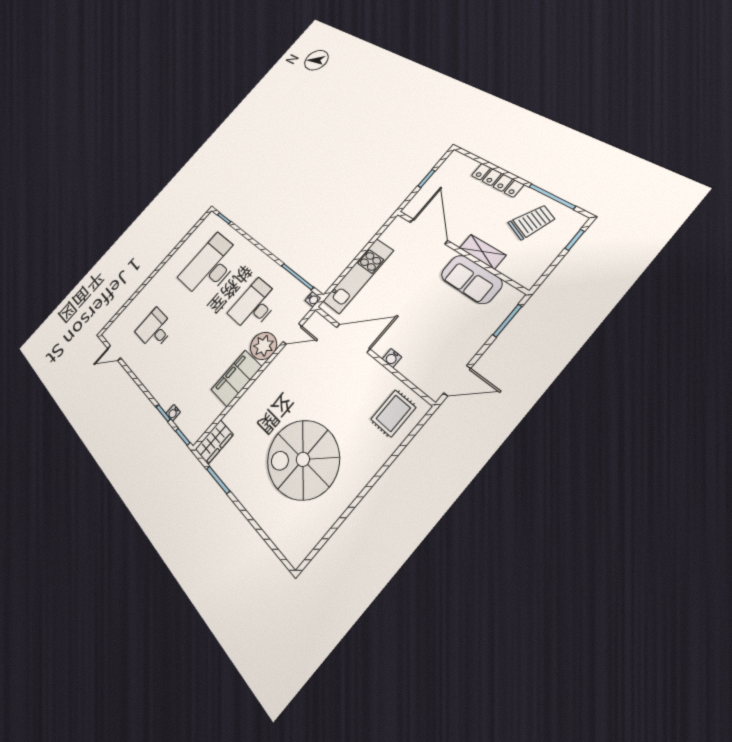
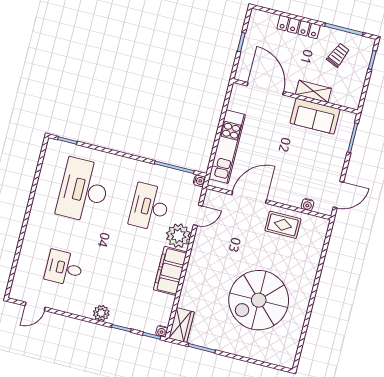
trolley: (532, 222) -> (338, 55), width x0.73, depth x0.72
water cooler: (392, 358) -> (308, 205), moved
plant: (157, 388) -> (101, 313), added
water cooler: (173, 413) -> (162, 331), moved
rug: (393, 413) -> (283, 225), moved, turned 90

